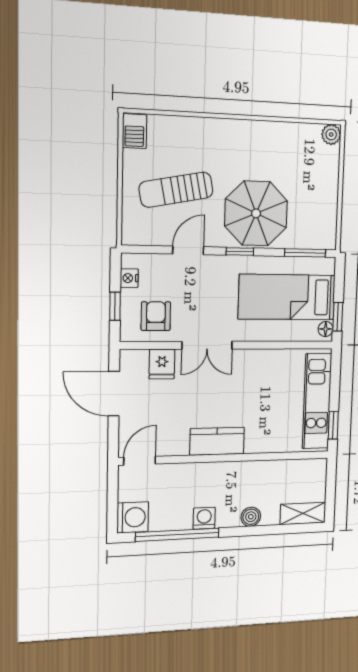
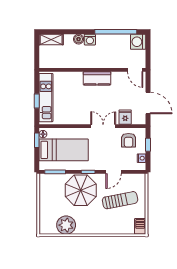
plant: (331, 134) -> (66, 225), moved, width x1.88, depth x1.88
window: (333, 425) -> (37, 101), moved
door: (140, 461) -> (135, 70), hinge flipped
washing machine: (204, 518) -> (90, 40), moved

